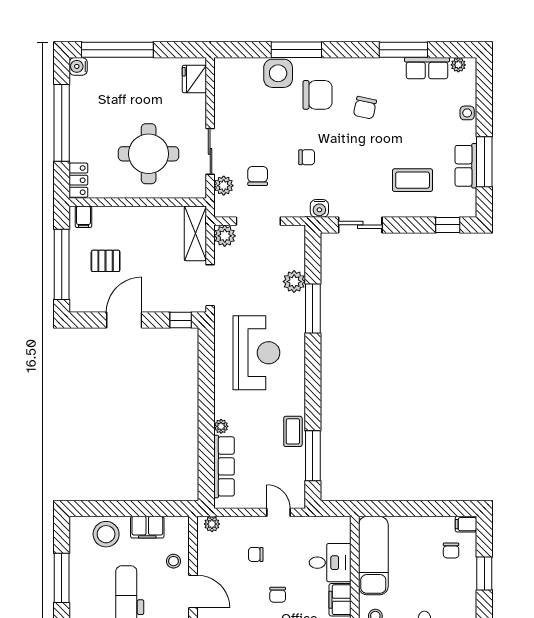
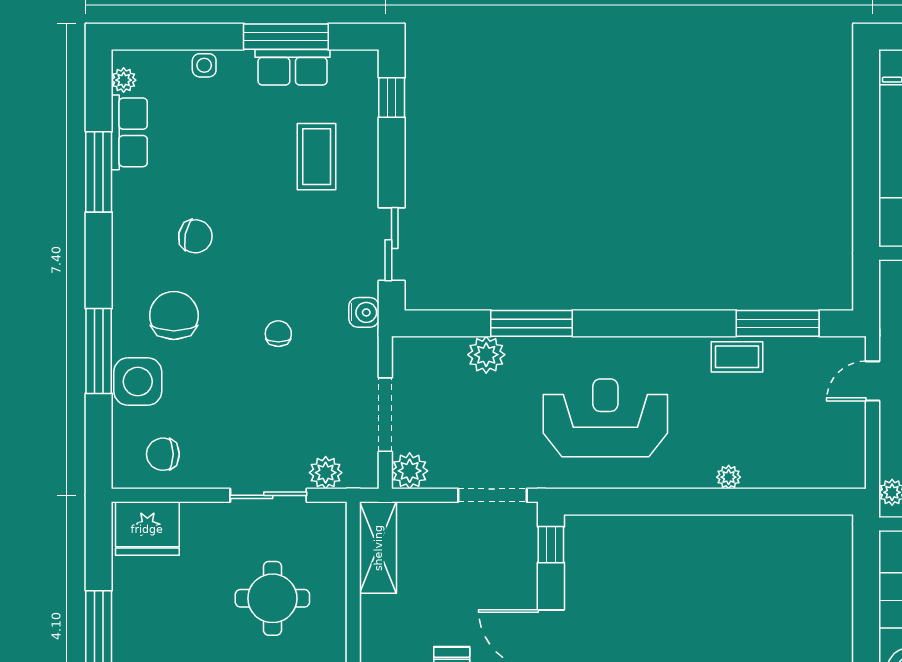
fridge: (194, 79) -> (147, 529), width x1.36, depth x1.34
round table: (149, 154) -> (272, 598), width x0.73, depth x0.73
chair: (258, 176) -> (163, 454), moved
shelving: (195, 233) -> (378, 548), moved, turned 90
row of seats: (224, 466) -> (796, 472), removed

